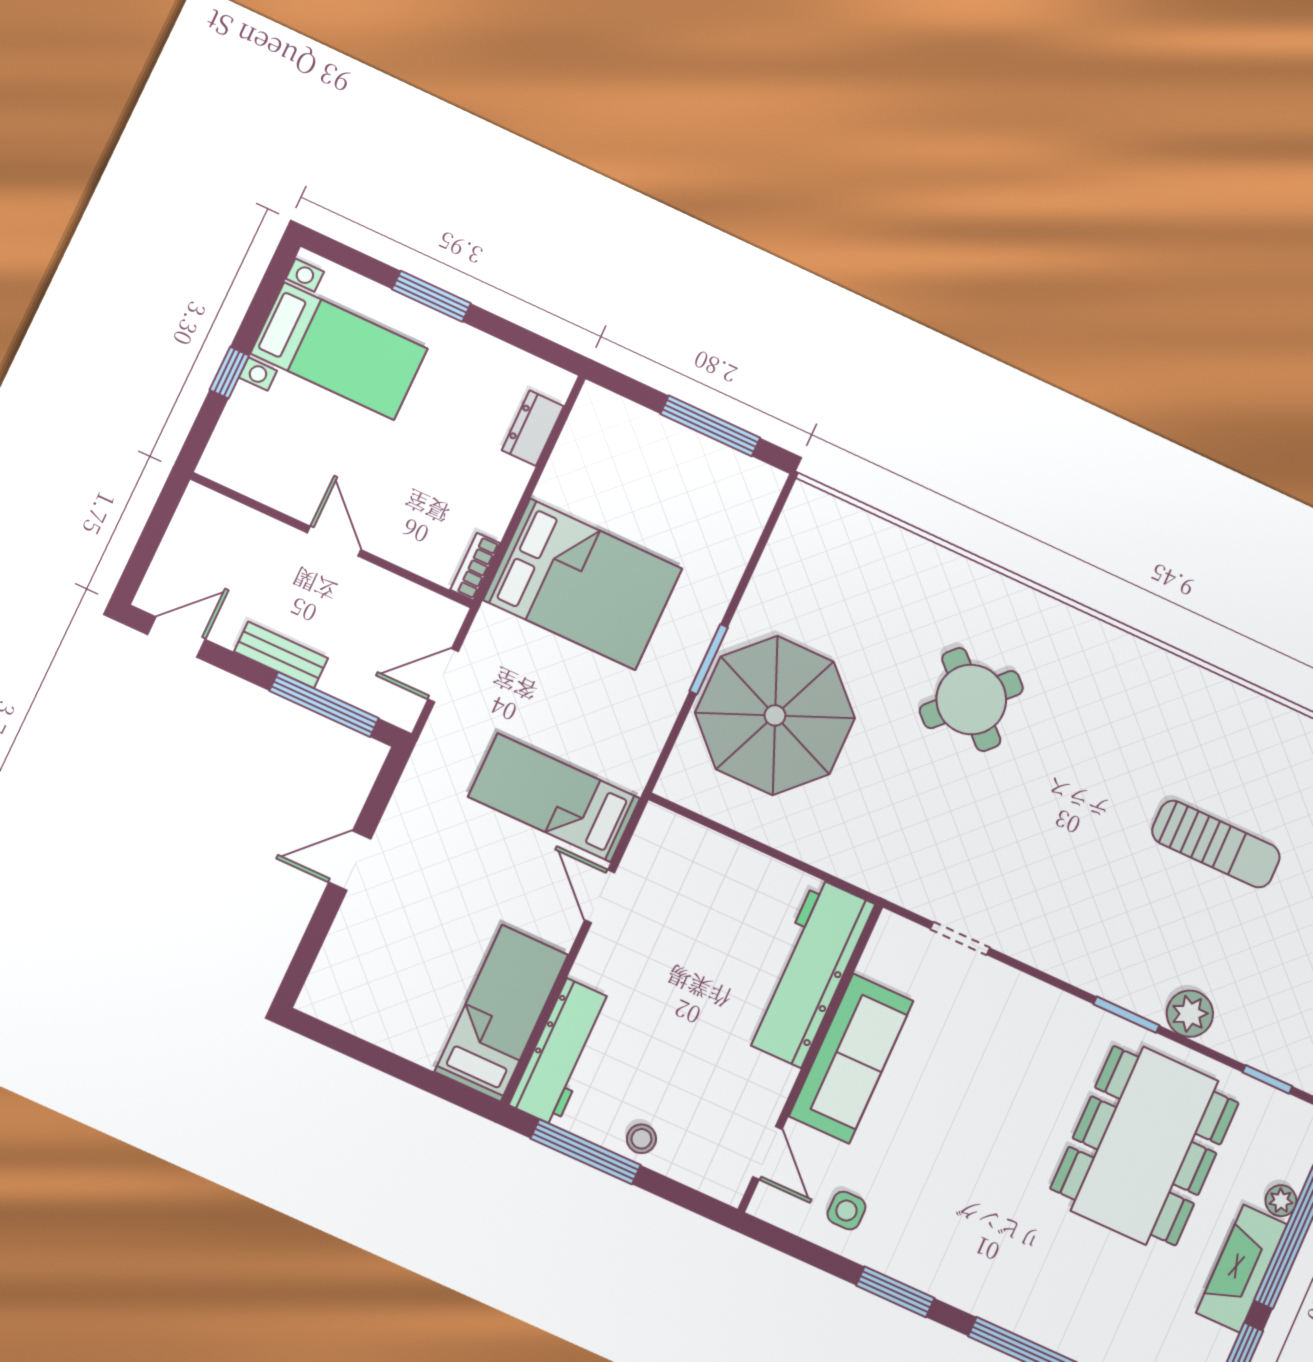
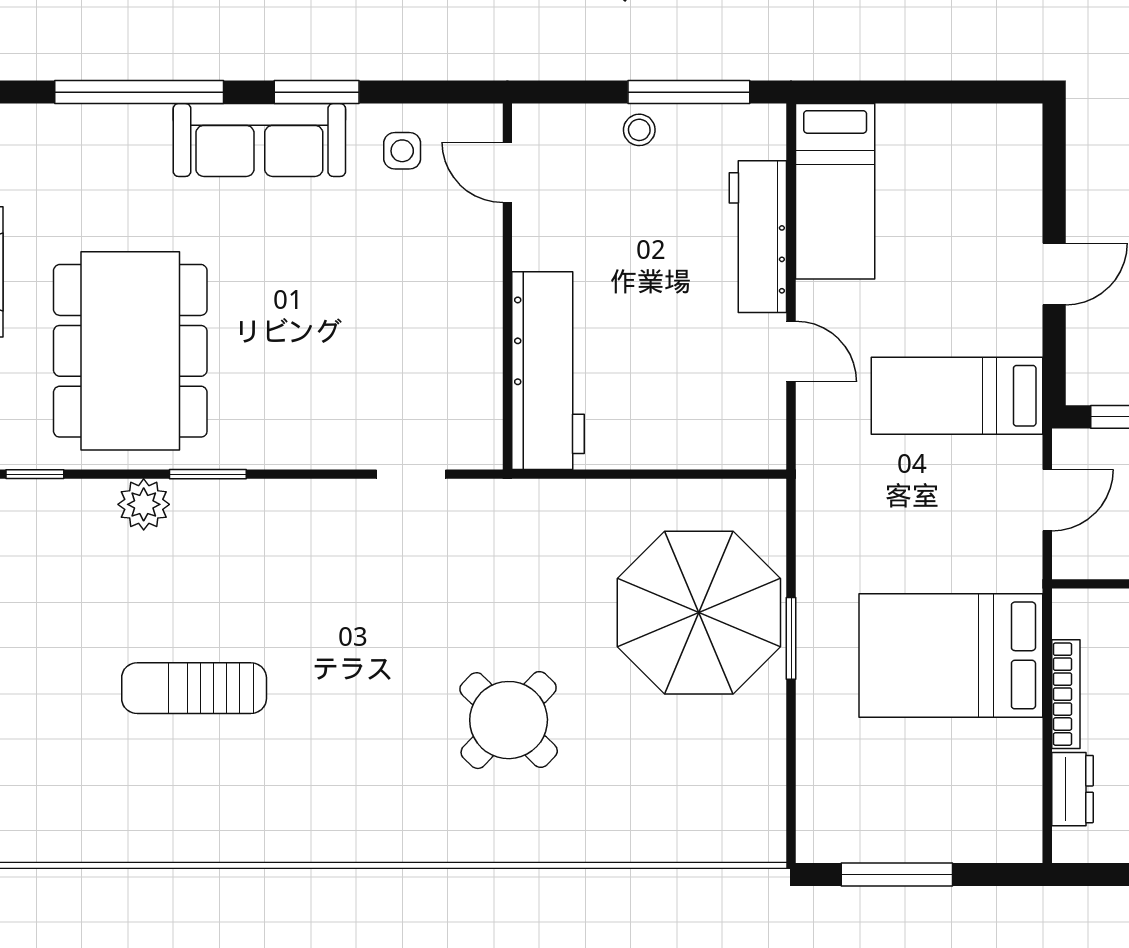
bookcase: (475, 567) -> (1066, 694), moved, width x1.56
bed: (554, 798) -> (957, 396), moved, turned 180
workbench: (561, 1052) -> (758, 237), moved
sofa: (851, 1058) -> (259, 140), moved, turned -90

